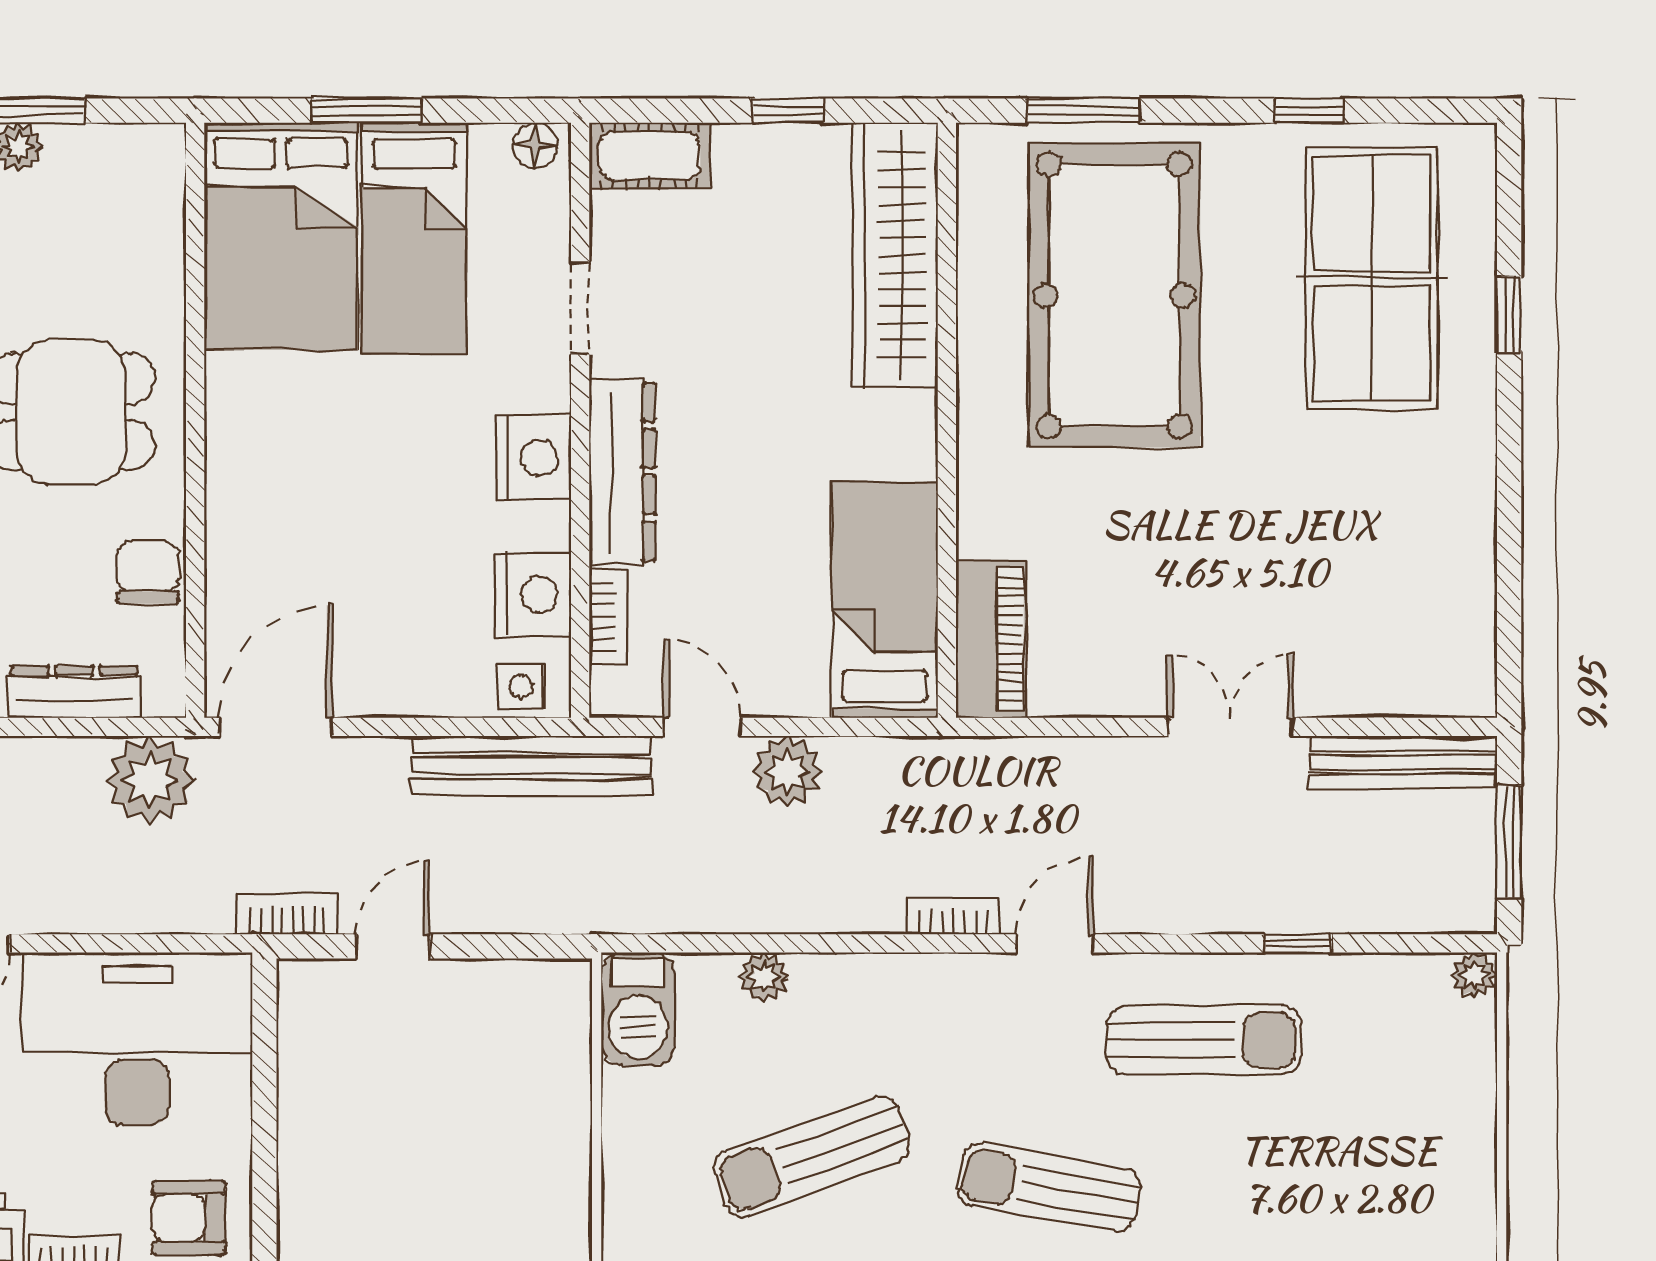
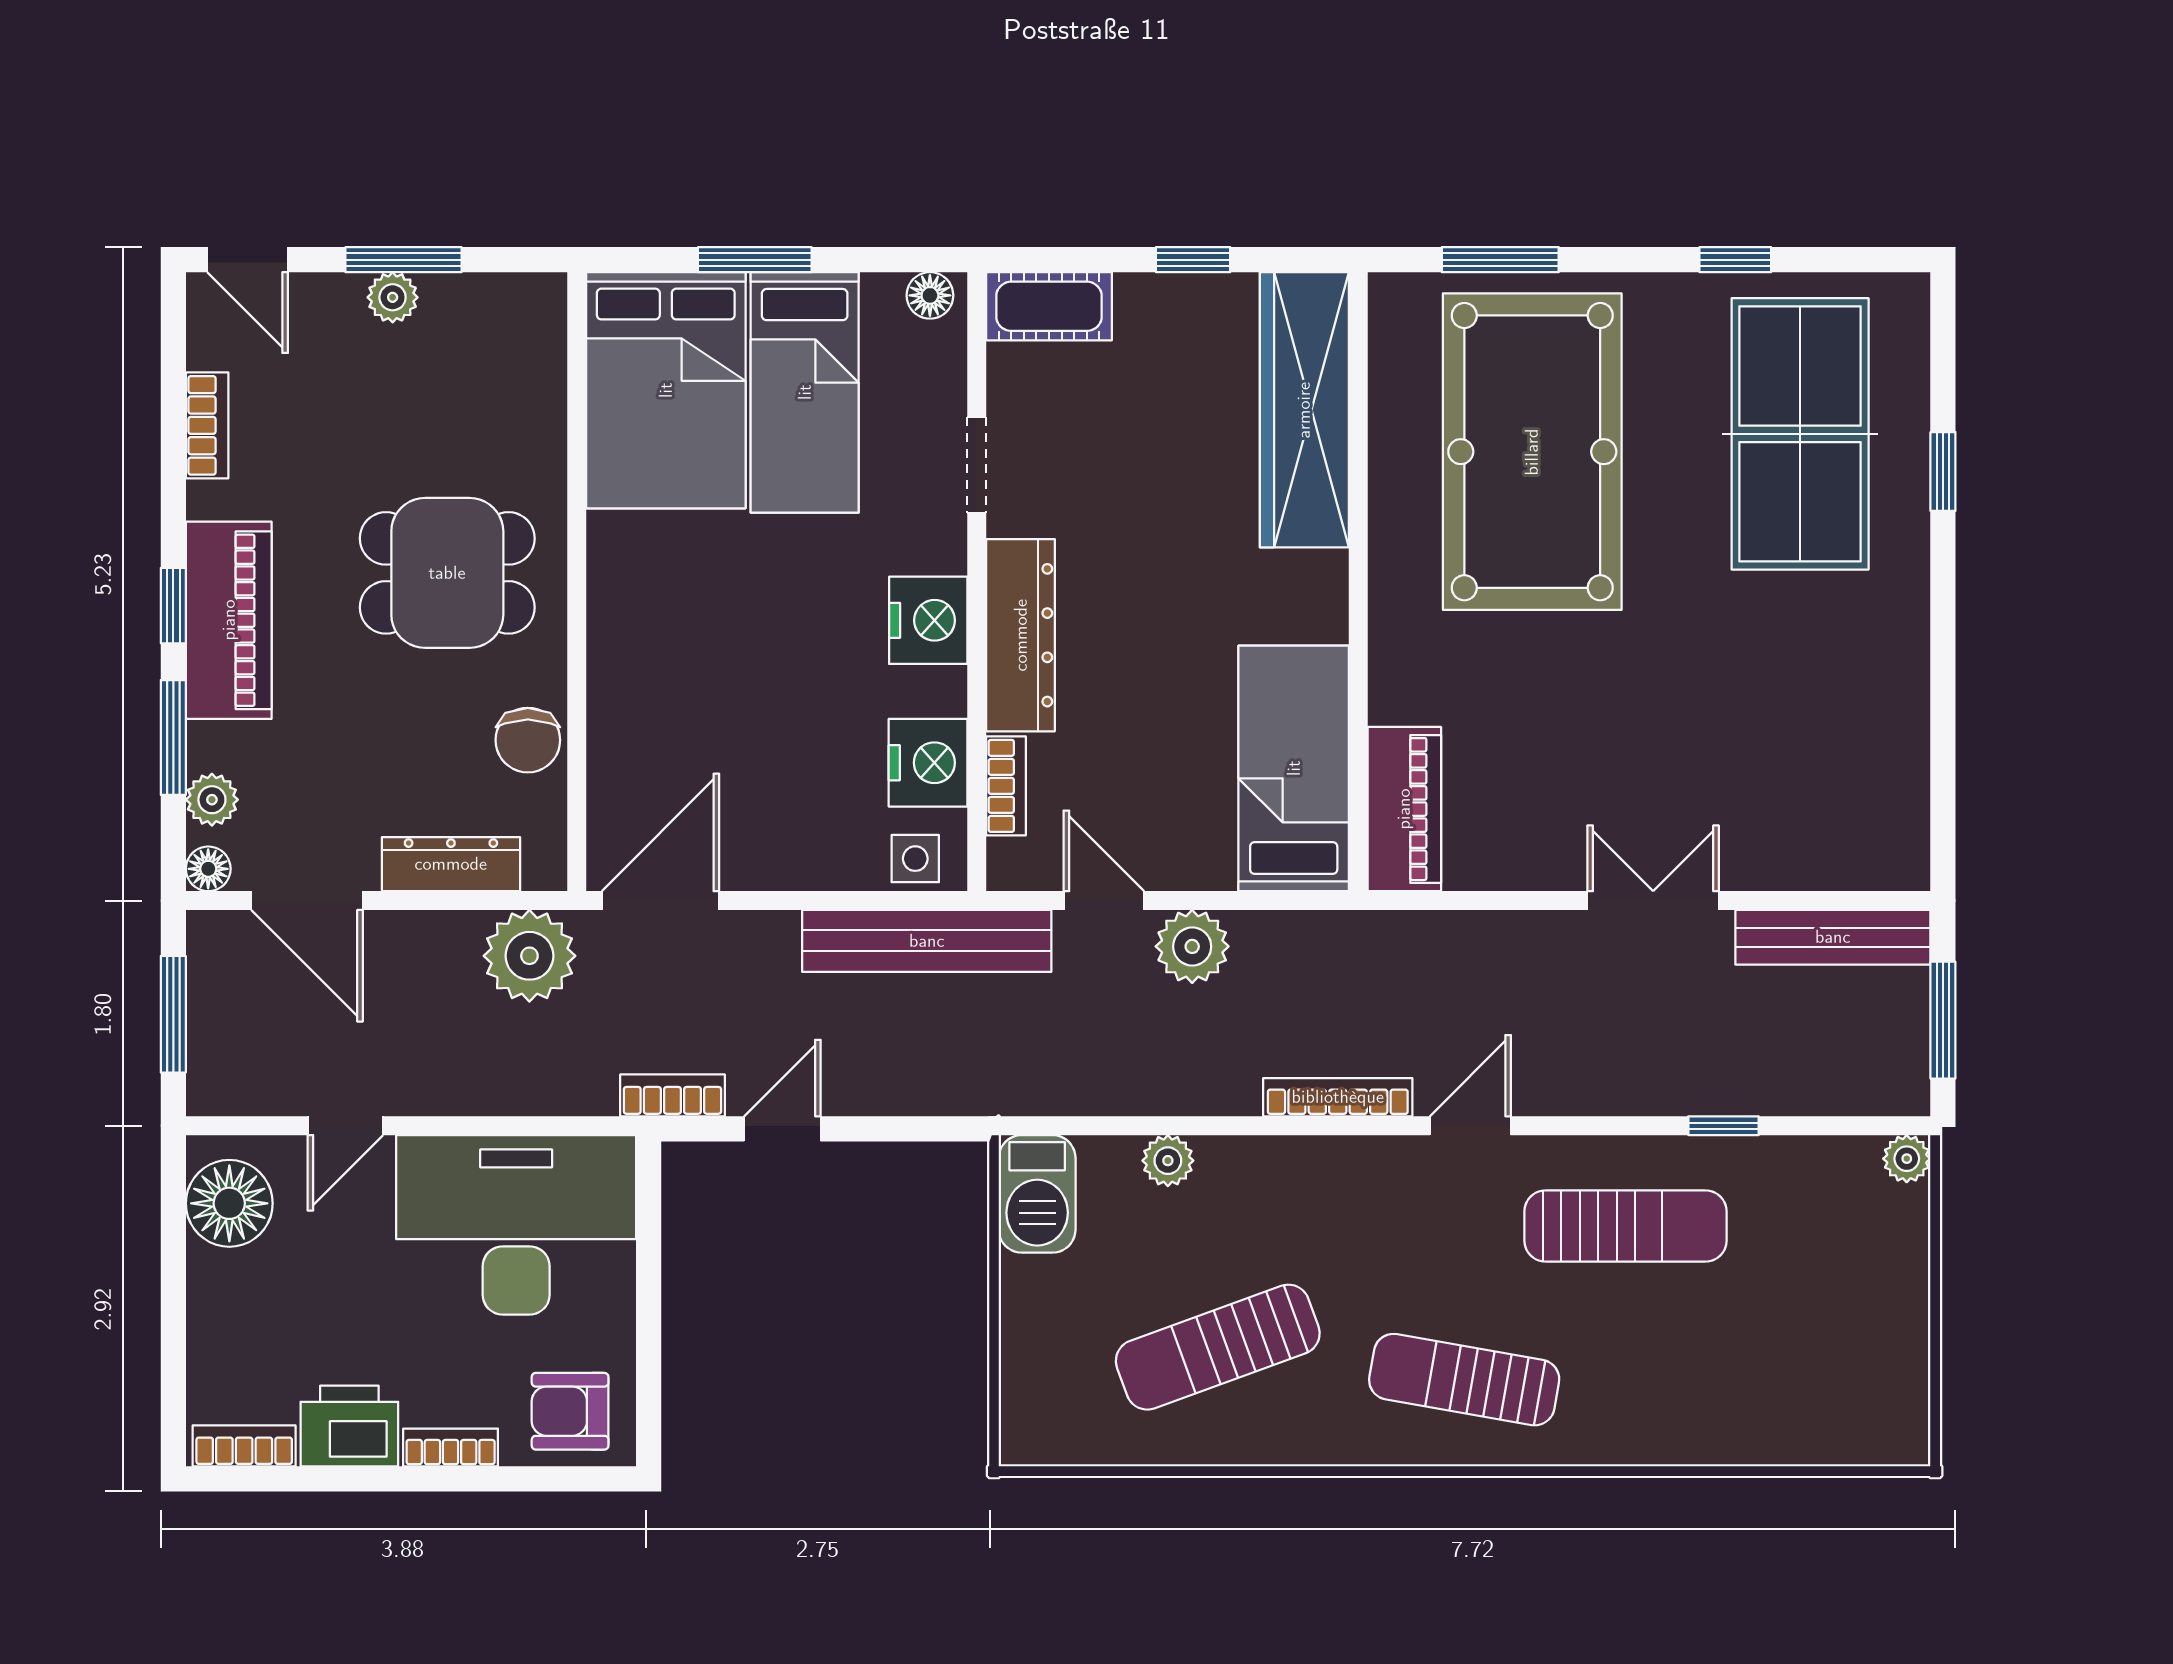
chair: (148, 573) -> (528, 740), turned 180
bookcase: (953, 916) -> (1338, 1097), width x1.56

